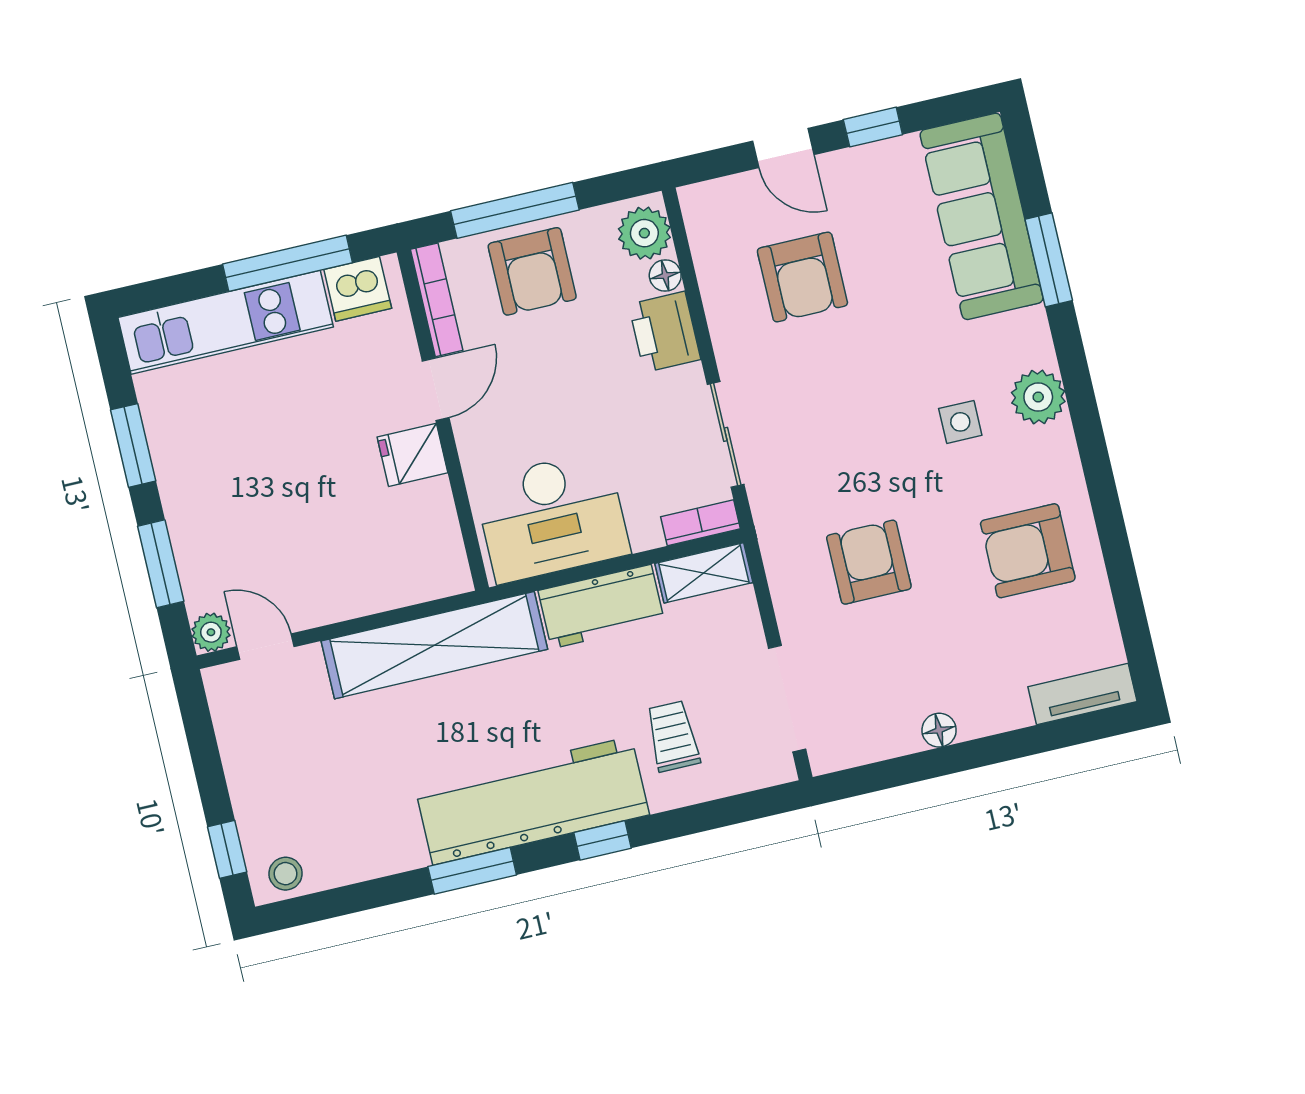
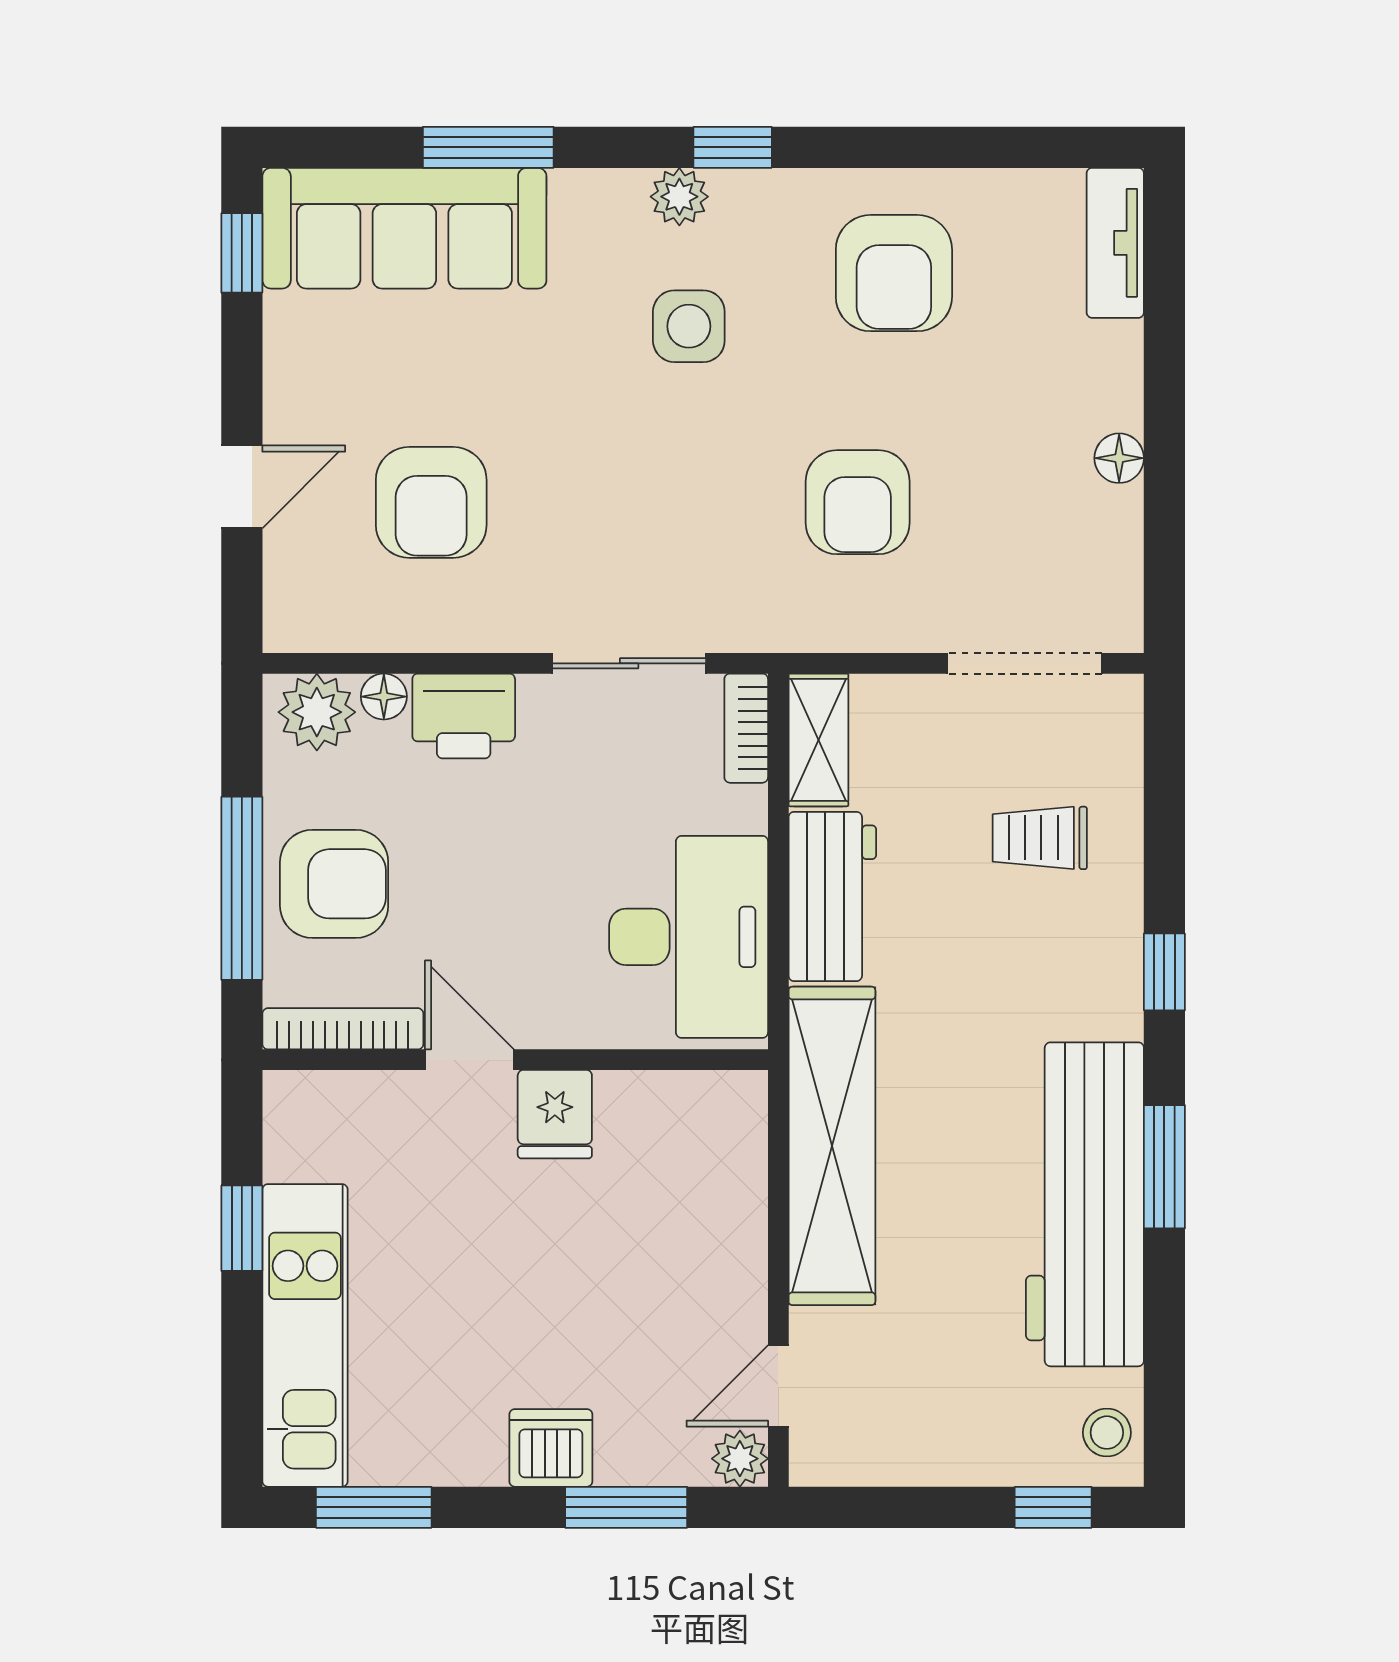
window: (873, 127) -> (242, 253), moved
window: (288, 263) -> (242, 1228), width x0.46
armchair: (802, 277) -> (431, 502), turned 90
dishwasher: (358, 289) -> (551, 1448), moved, turned -90
plant: (1038, 397) -> (679, 197), width x0.73, depth x0.73
side table: (960, 422) -> (689, 326), width x1.37, depth x1.37
window: (1087, 423) -> (733, 147), added
window: (133, 445) -> (374, 1507), moved
armchair: (869, 562) -> (858, 502), turned -90
workbench: (532, 801) -> (1085, 1204), moved

